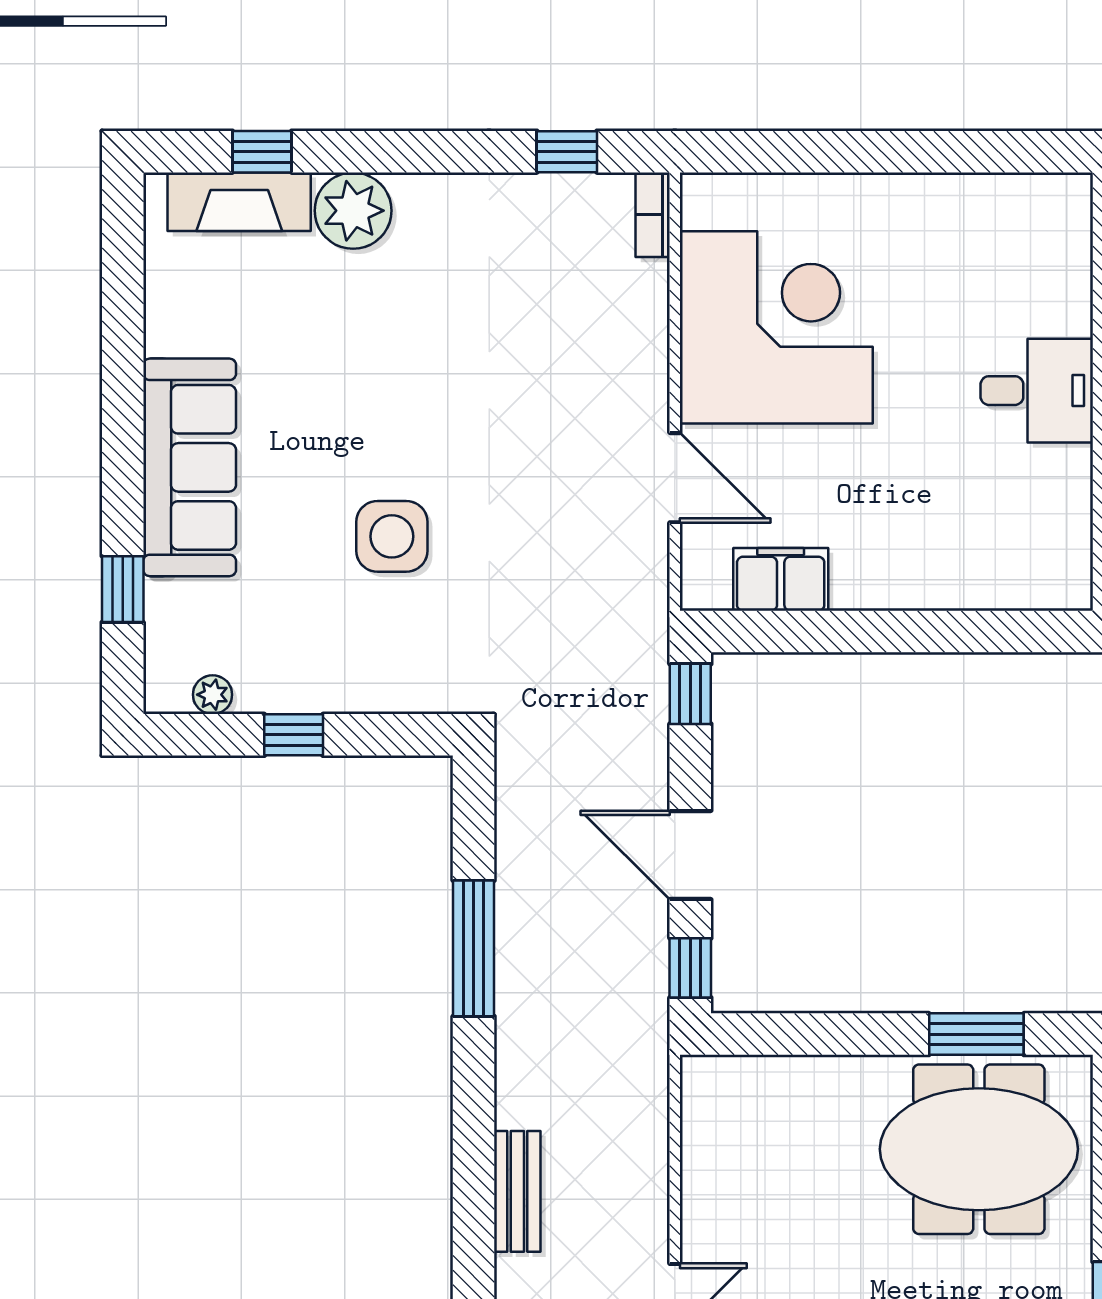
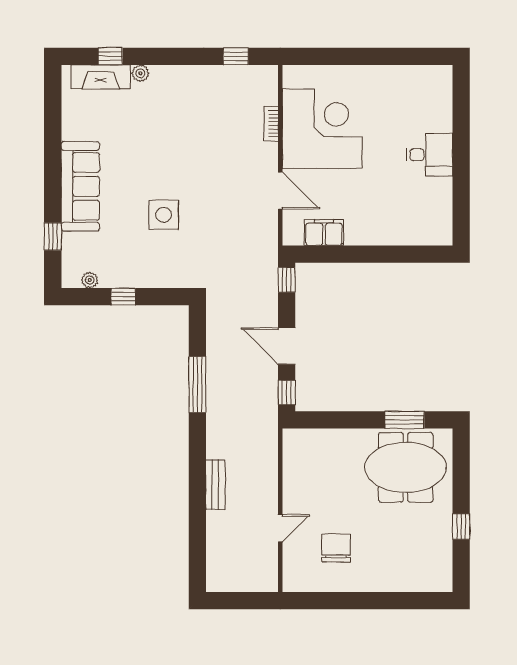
plant: (353, 211) -> (140, 73), width x0.53, depth x0.53
bookcase: (653, 215) -> (271, 124), moved

